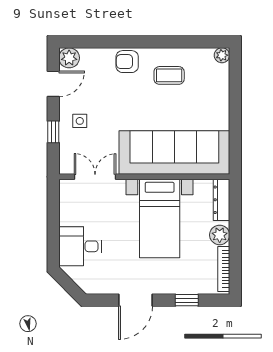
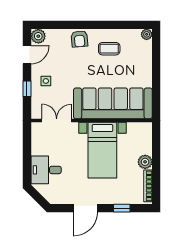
armchair: (127, 62) -> (79, 39), turned -95
dresser: (221, 200) -> (146, 137), removed

